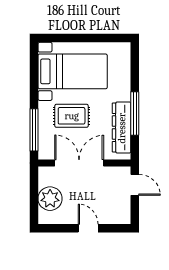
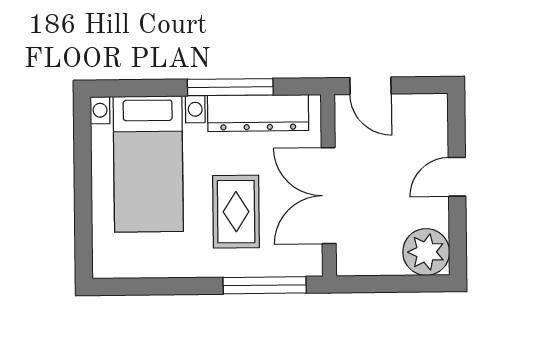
bed with nightstands: (73, 71) -> (148, 164), moved, turned 180
door: (135, 185) -> (370, 86), swing flipped
plant: (50, 199) -> (426, 252), moved

